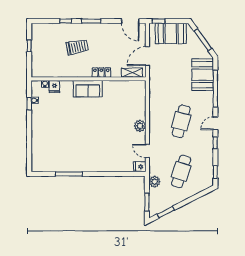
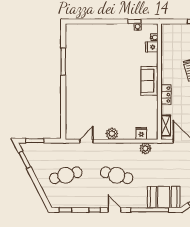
fridge: (140, 167) -> (141, 133), moved
cafe table: (181, 171) -> (66, 175), turned -33
plant: (155, 182) -> (145, 148), moved

